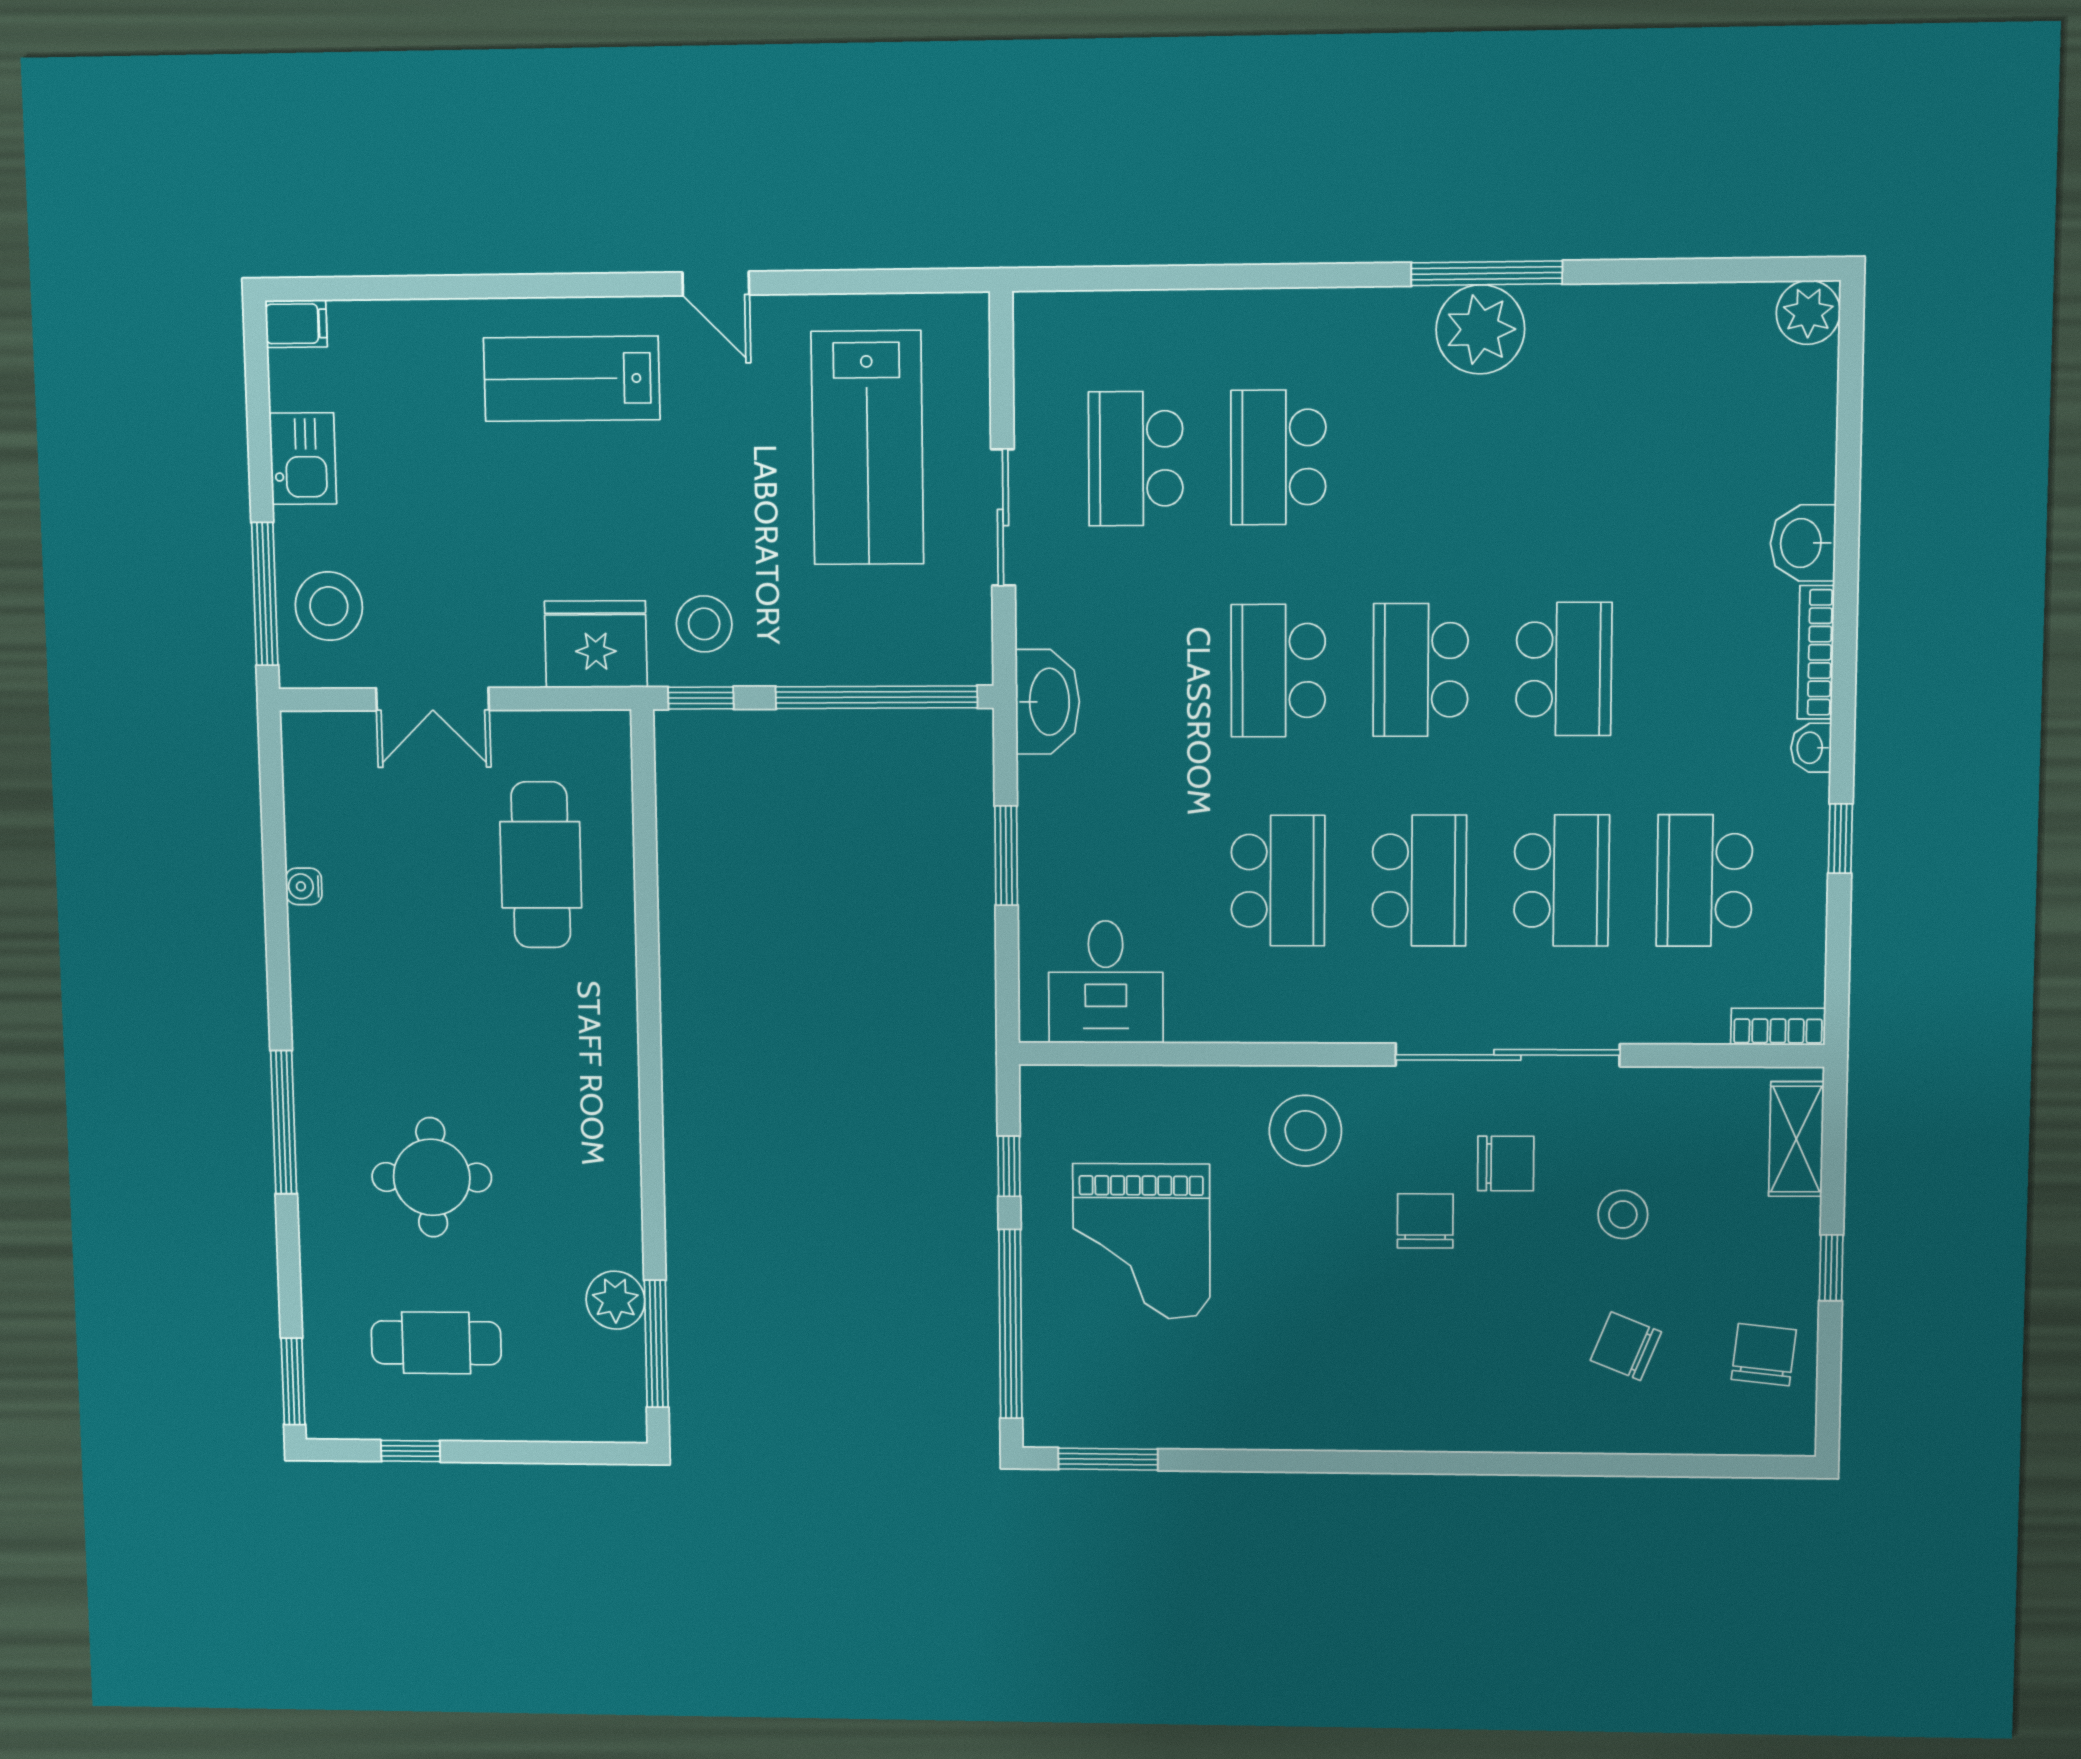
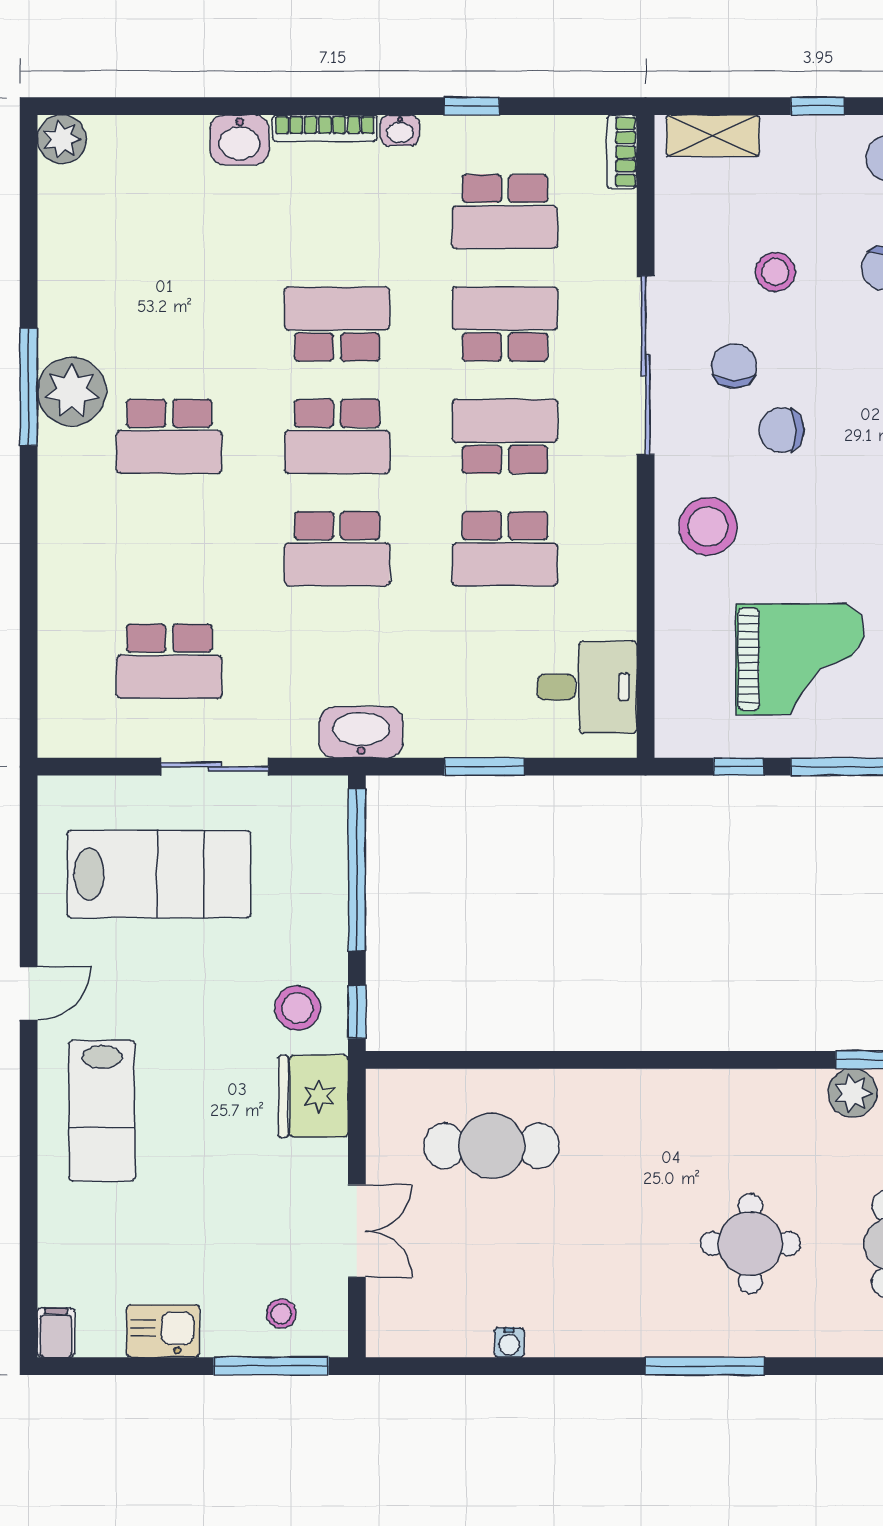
school desk: (1278, 457) -> (169, 436), moved
stool: (329, 606) -> (281, 1314), width x0.53, depth x0.53
school desk: (1278, 881) -> (505, 549), turned 180

